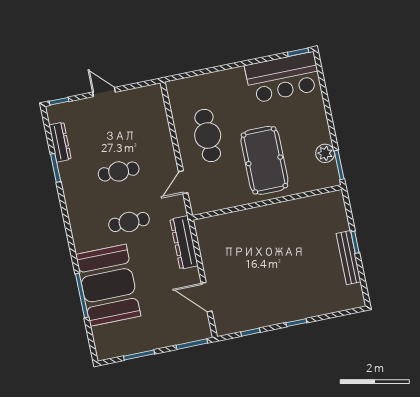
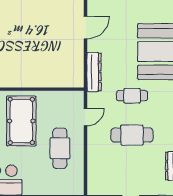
cafe table: (119, 171) -> (132, 135), width x1.37, depth x1.35
door: (207, 297) -> (85, 28), hinge flipped

